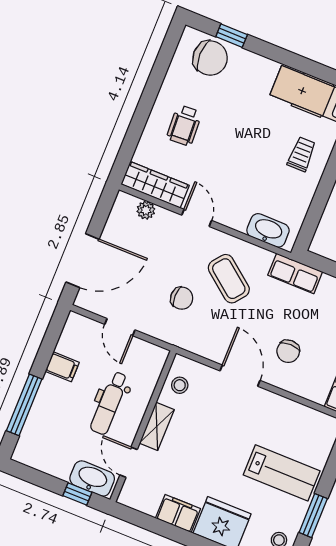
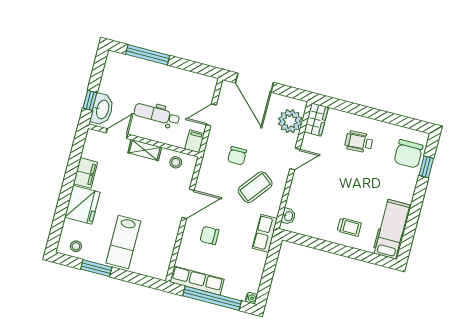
wardrobe: (155, 185) -> (316, 119), width x0.67
plant: (146, 210) -> (290, 121), width x1.87, depth x1.87
washbasin: (268, 230) -> (288, 216), width x0.52, depth x0.69
filing cabinet: (62, 367) -> (195, 141), moved, turned 180

